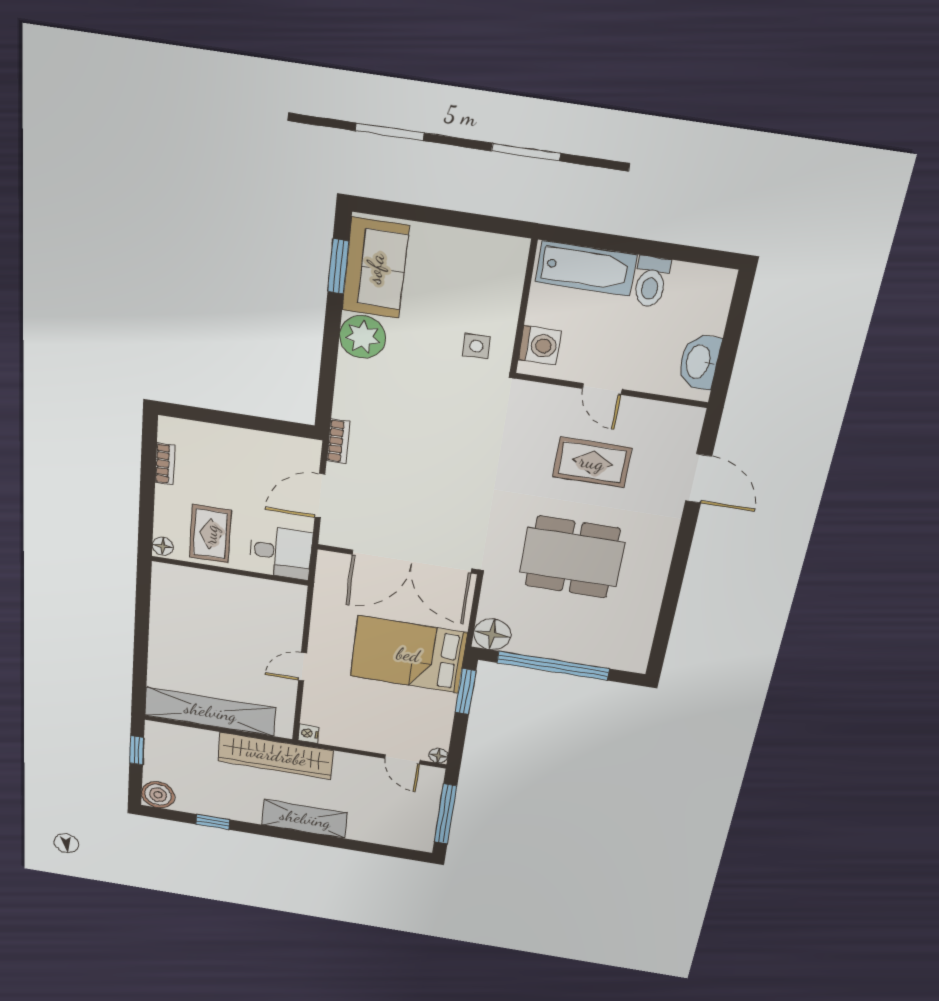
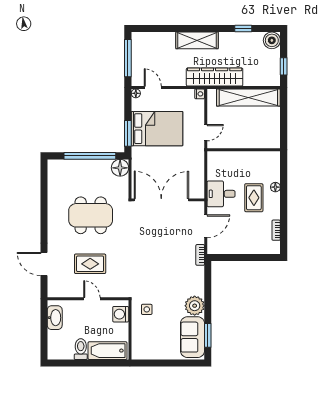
wall: (230, 571) -> (244, 150), moved
bed: (408, 655) -> (157, 129), moved

